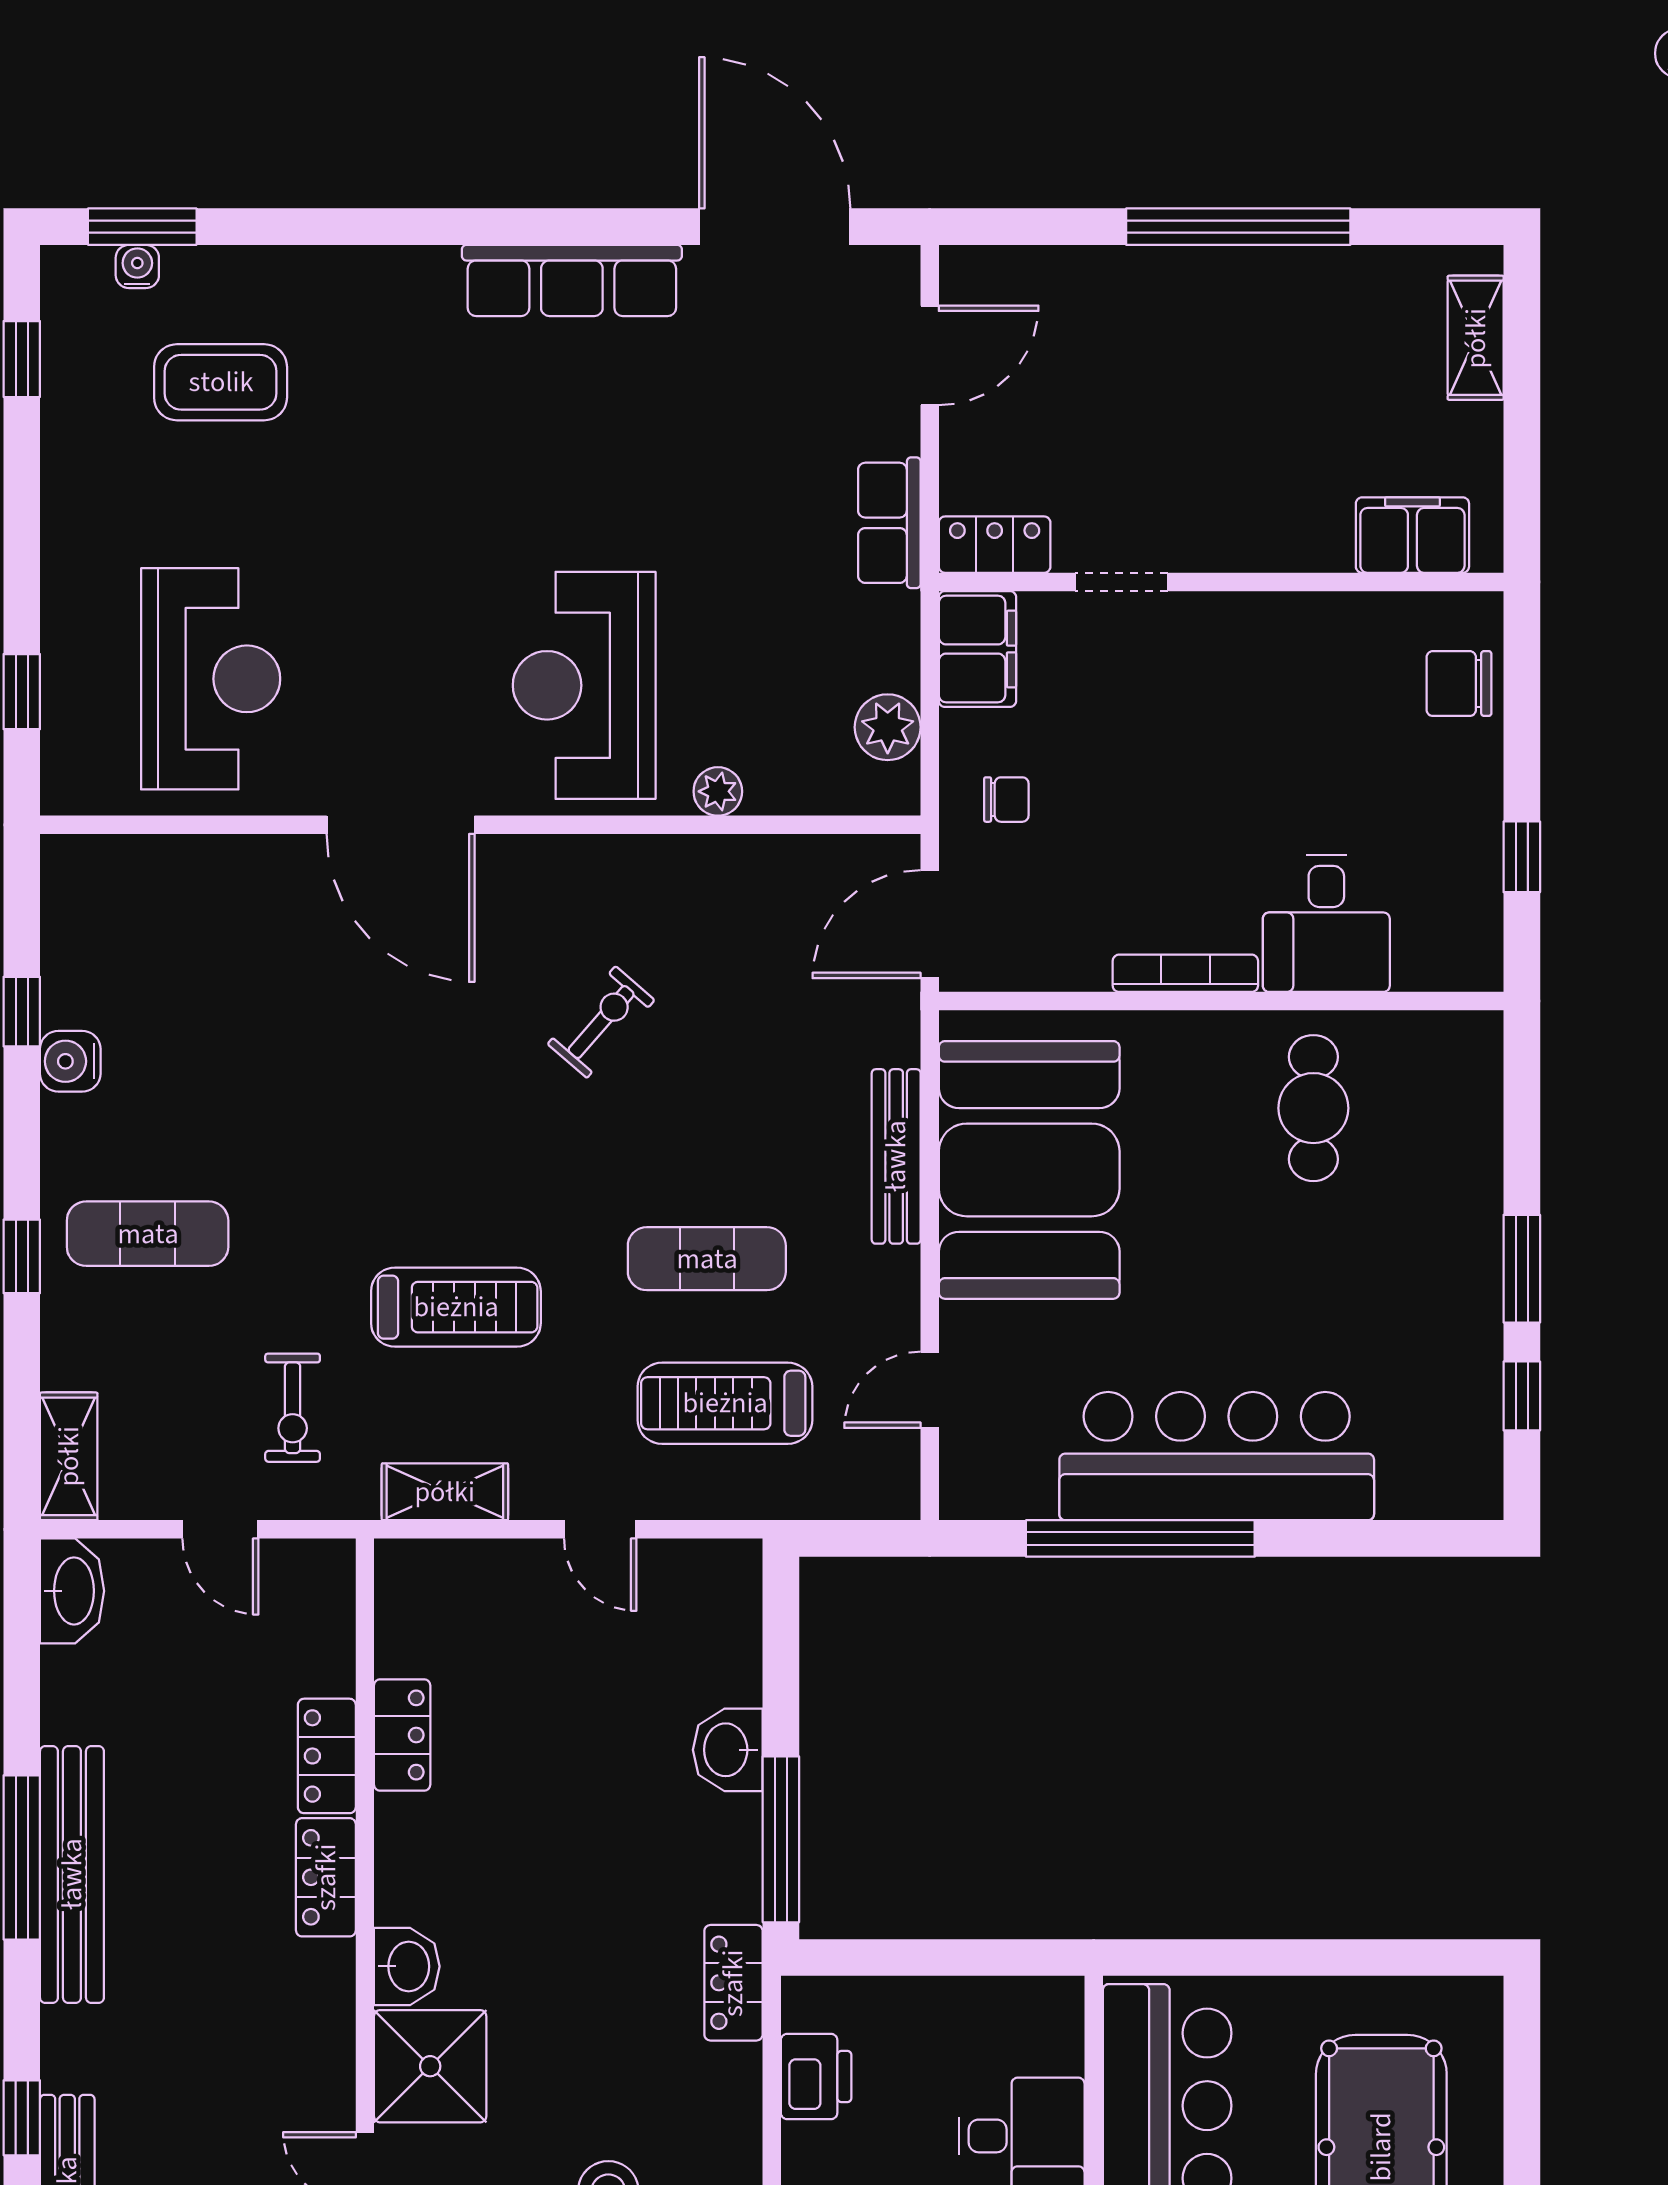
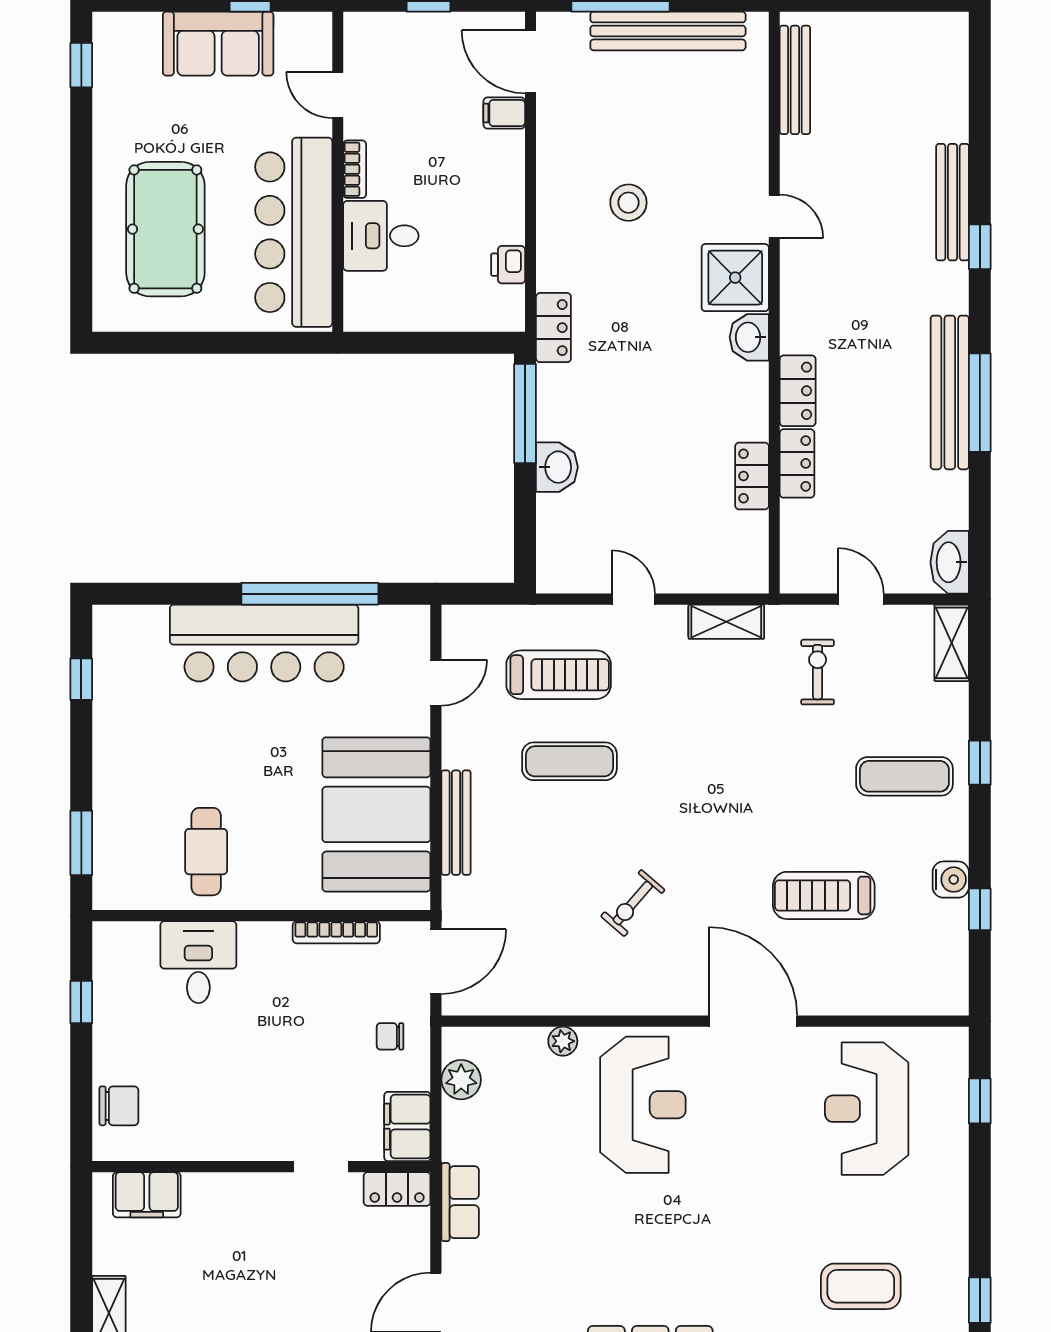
bookcase: (1185, 973) -> (336, 932), moved
window: (1522, 1269) -> (81, 843), moved
treadmill: (456, 1307) -> (824, 895), moved
printer: (816, 2076) -> (508, 265), width x0.73, depth x0.81

